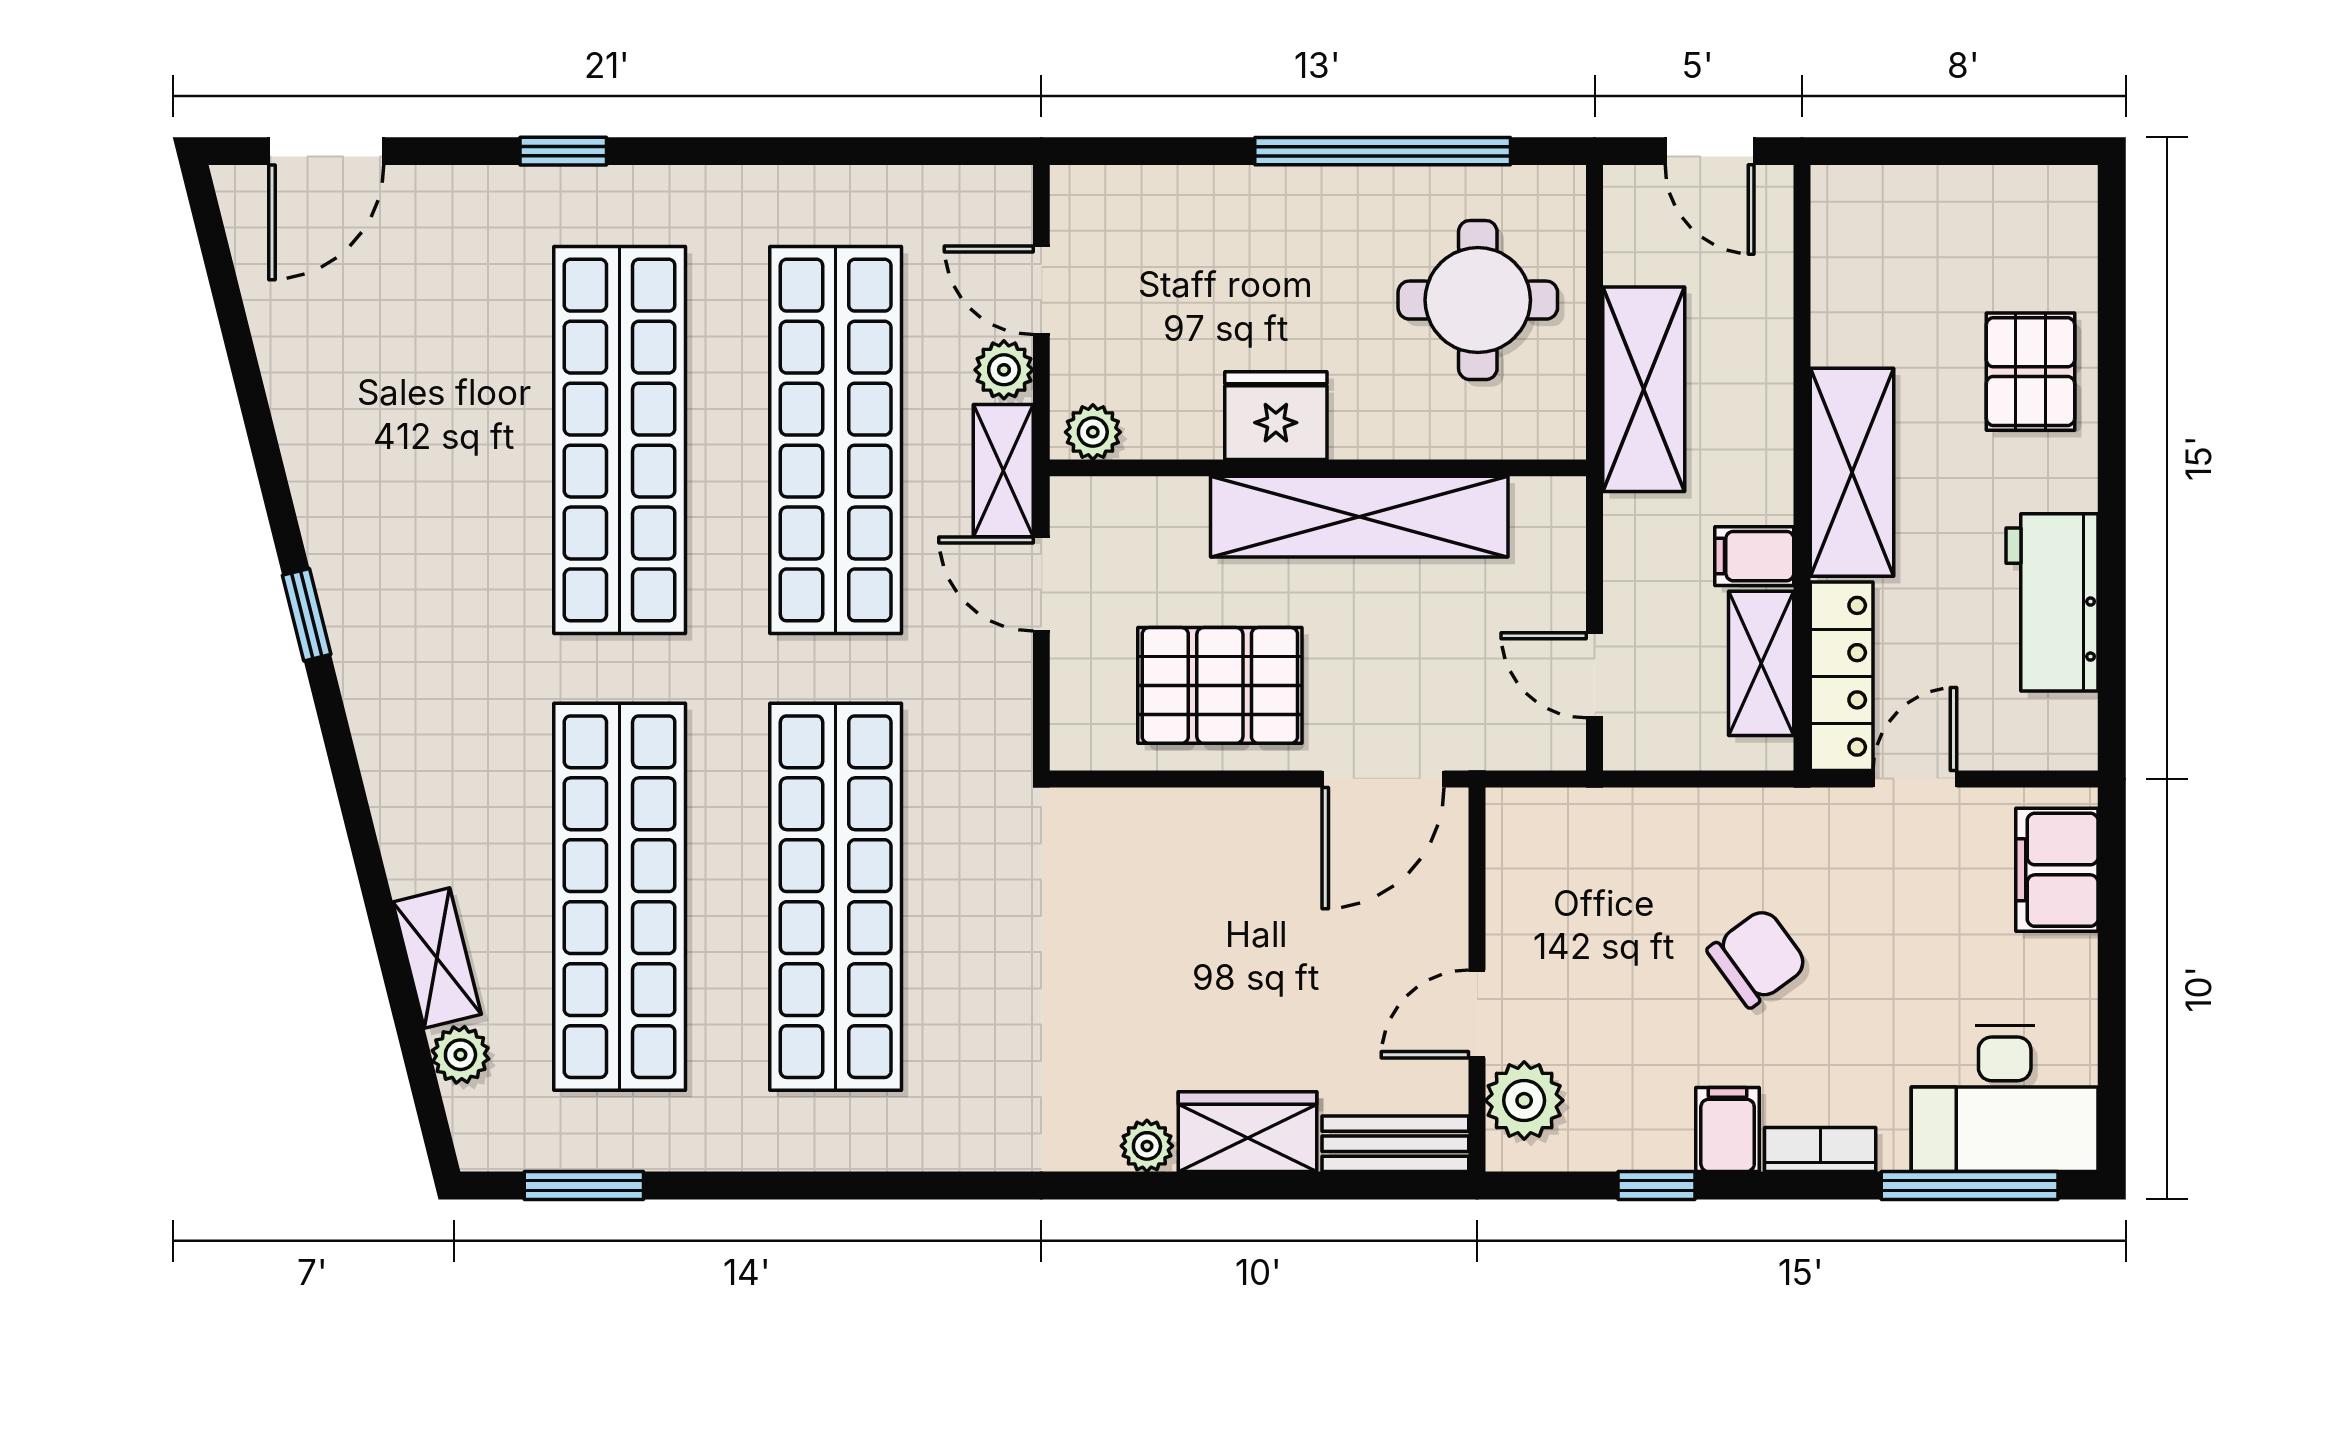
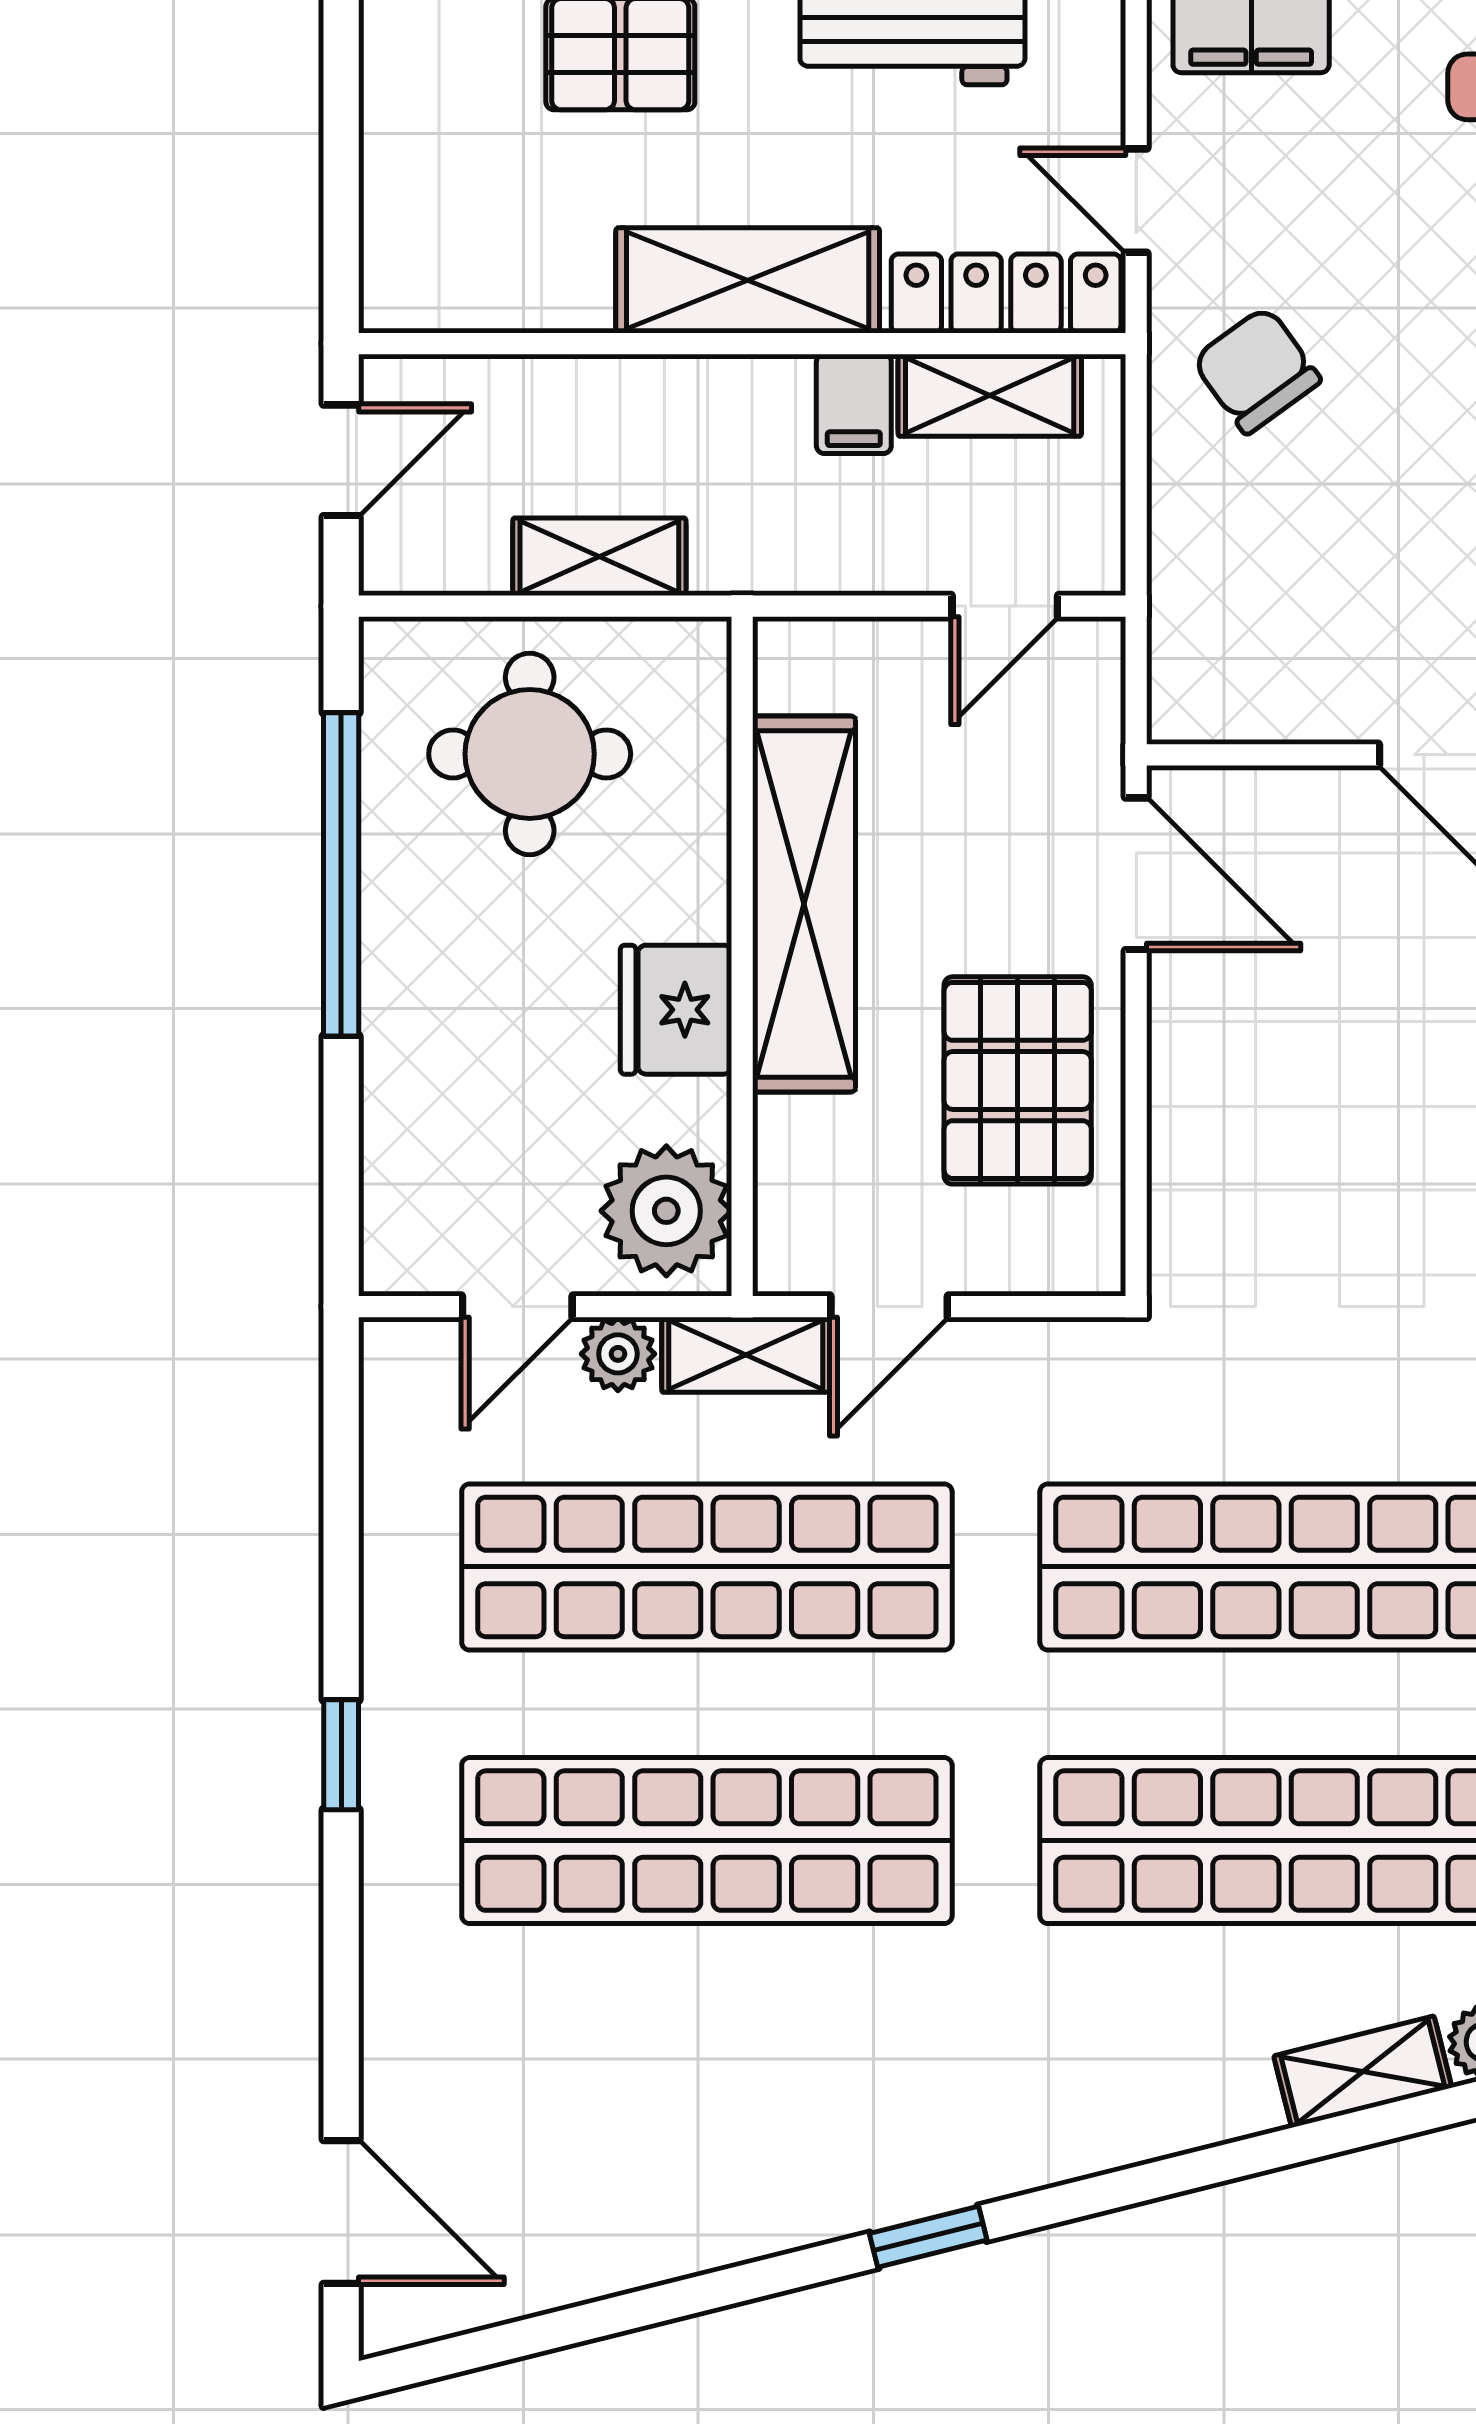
window: (563, 151) -> (341, 1755), moved
shelving: (1644, 389) -> (599, 557), width x0.67, depth x0.75
plant: (1093, 432) -> (666, 1211), width x1.87, depth x1.87
chair: (1758, 958) -> (1256, 370), moved

